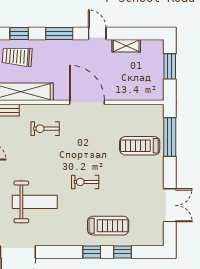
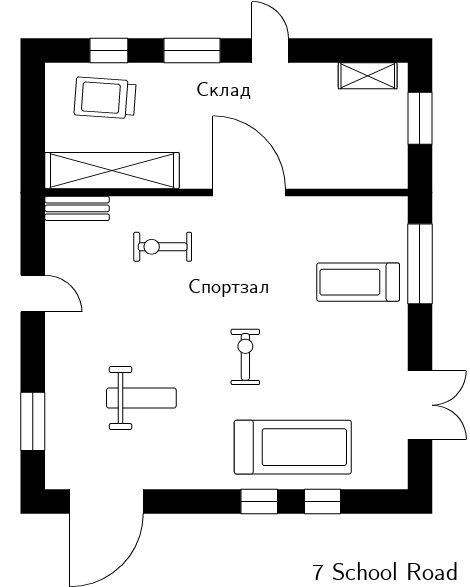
shelving: (126, 46) -> (368, 76), moved
exercise bike: (85, 182) -> (245, 357), turned 90
weight bench: (35, 202) -> (141, 398), width x0.73, depth x0.75
treadmill: (108, 226) -> (293, 447), width x1.37, depth x1.38

